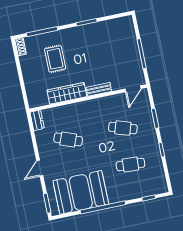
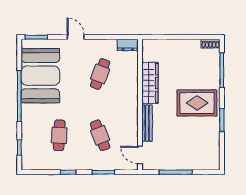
rug: (55, 59) -> (197, 103), moved, width x1.36, depth x1.43
bench: (99, 89) -> (147, 123), width x1.36
cafe table: (123, 128) -> (100, 135), turned -39

